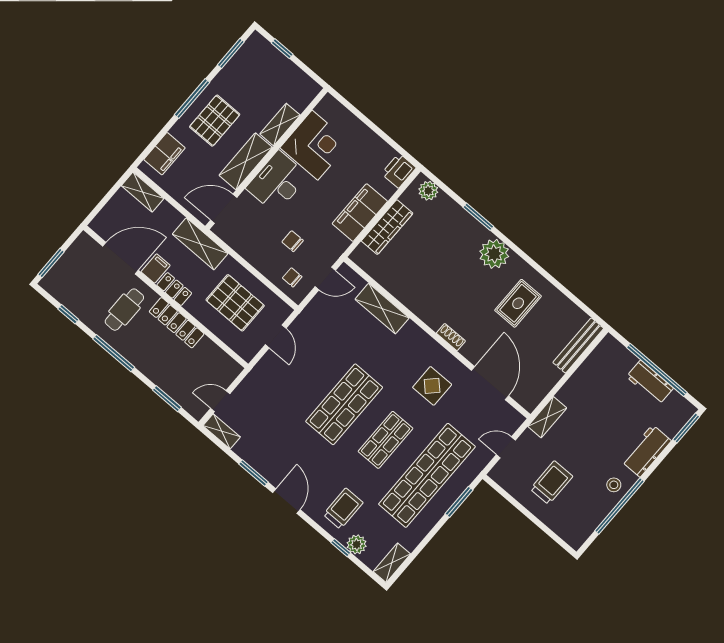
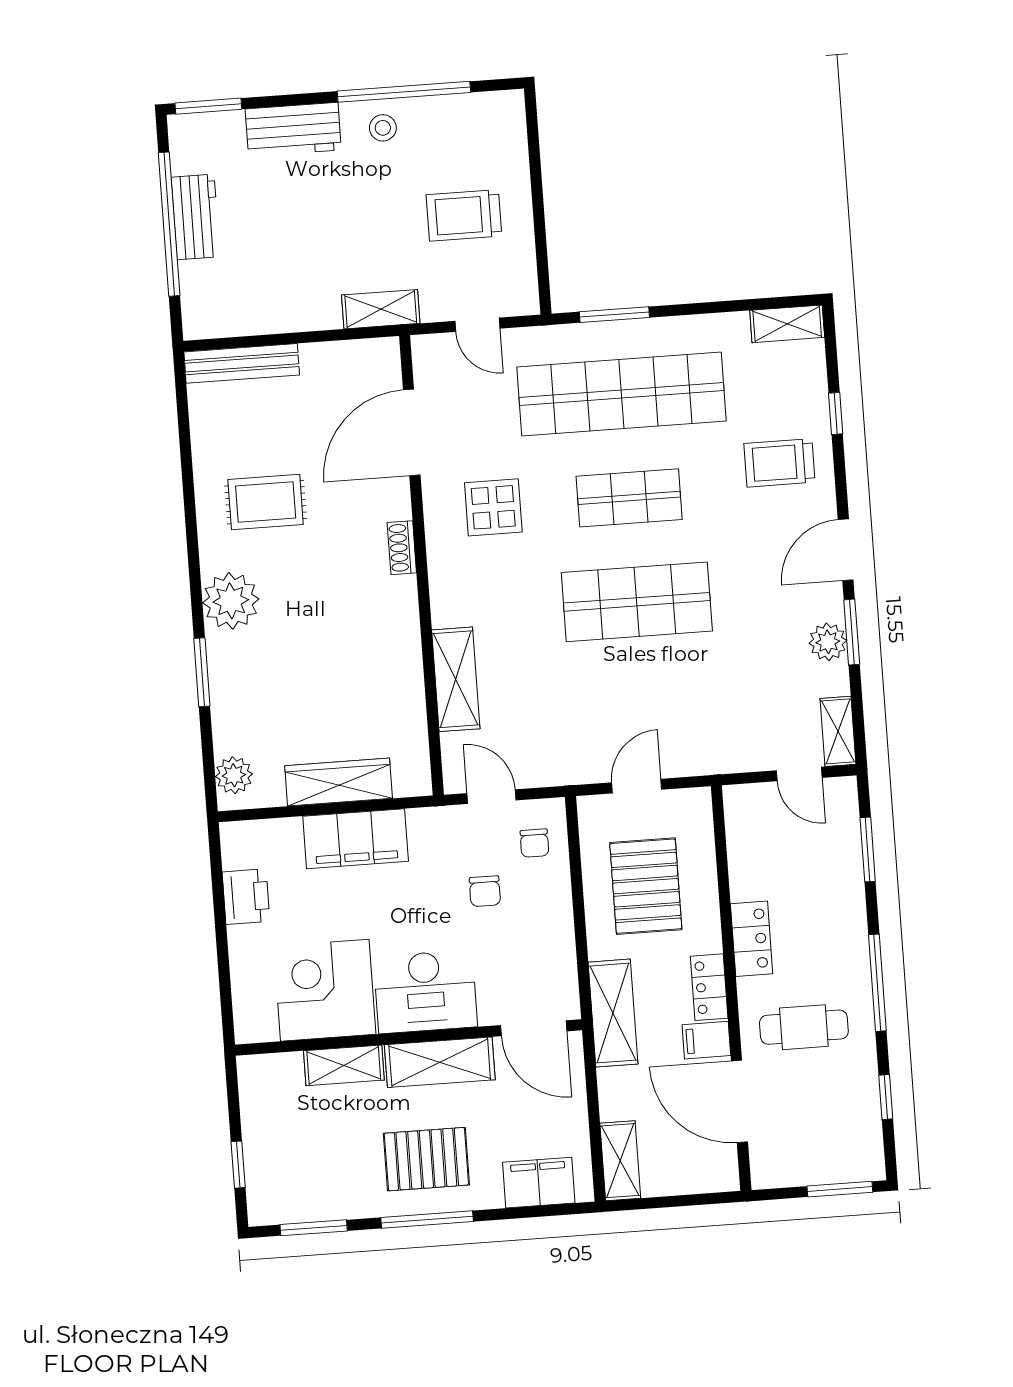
printer: (399, 171) -> (246, 897), moved, turned -90
locker: (177, 323) -> (752, 939), width x0.66
plant: (357, 544) -> (828, 642), moved

